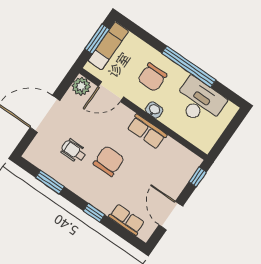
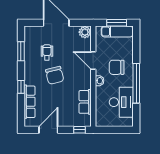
door: (111, 92) -> (93, 61), moved
row of seats: (147, 131) -> (85, 102), moved
chair: (109, 161) -> (55, 75), turned 76
row of seats: (127, 220) -> (29, 102), width x1.48

